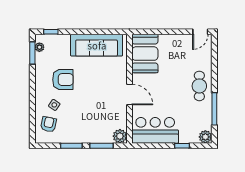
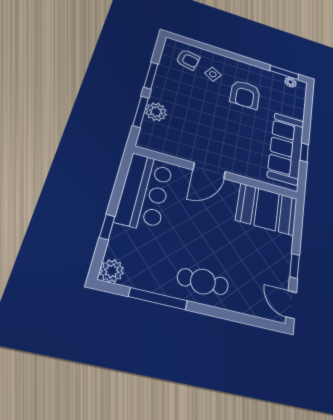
window: (51, 32) -> (304, 152), moved
window: (177, 32) -> (295, 266), added
plant: (120, 136) -> (156, 112), moved

